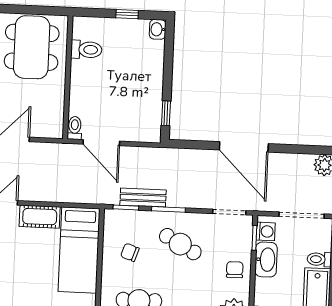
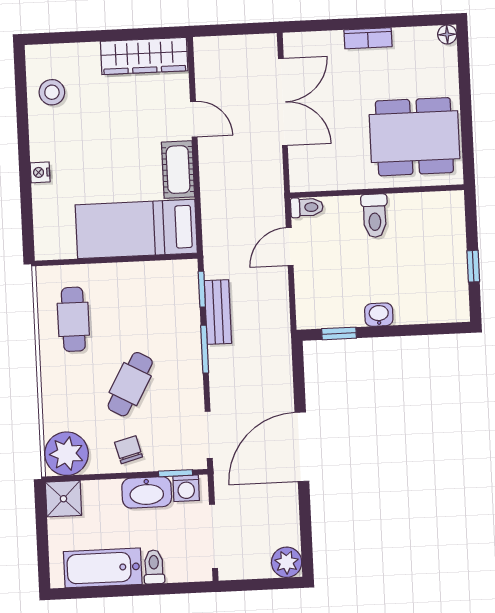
washbasin: (158, 29) -> (379, 315), moved
toilet: (86, 50) -> (375, 216), moved
door: (101, 143) -> (290, 247), width x0.73
cafe table: (180, 244) -> (130, 384), moved
chair: (130, 252) -> (140, 301), removed
chair: (235, 270) -> (129, 450), turned -105

